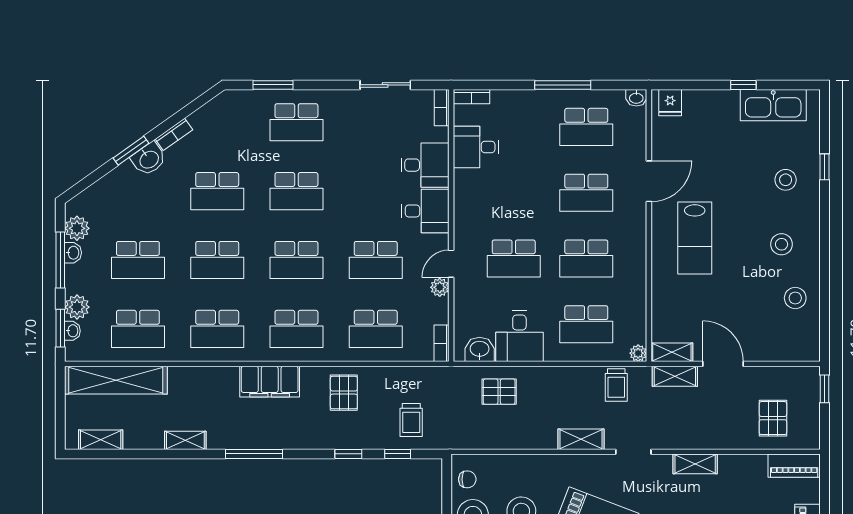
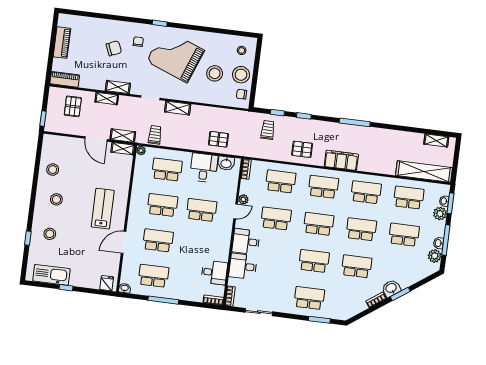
pallet: (344, 393) -> (302, 149), turned 90
shelving: (185, 440) -> (107, 99), moved

